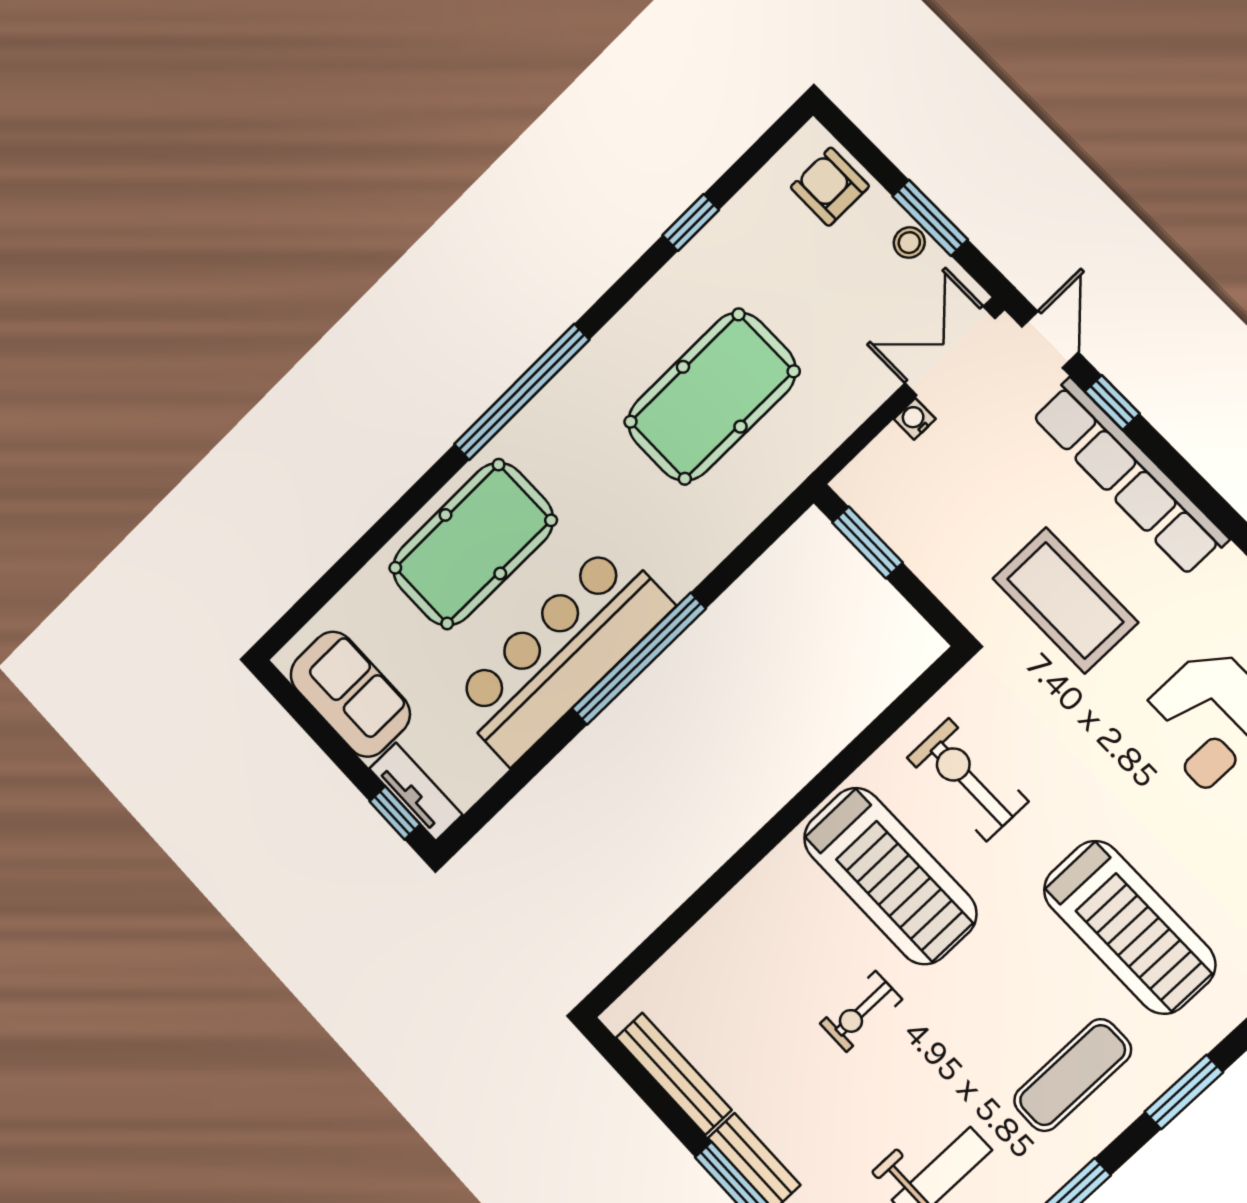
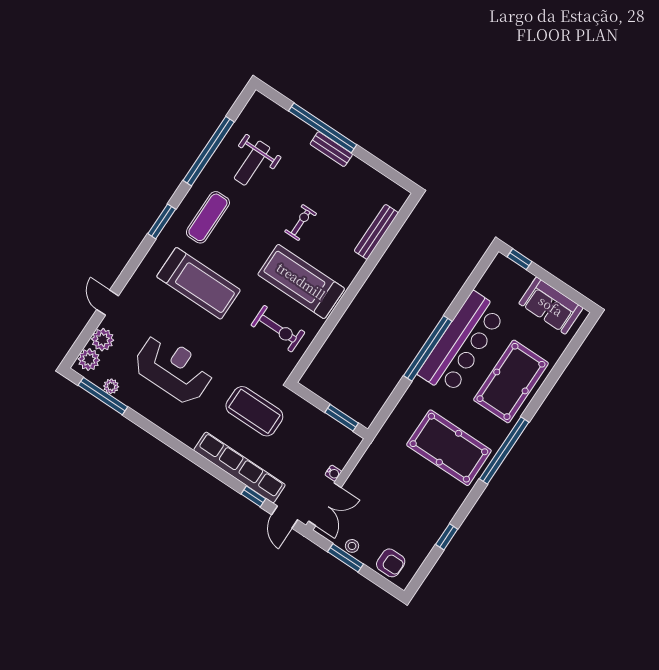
pool table: (712, 397) -> (449, 448), moved, turned 90
tv unit: (416, 792) -> (512, 270), removed
treadmill: (1129, 927) -> (198, 283), turned 180
bench: (674, 1074) -> (376, 232), moved, turned 90

